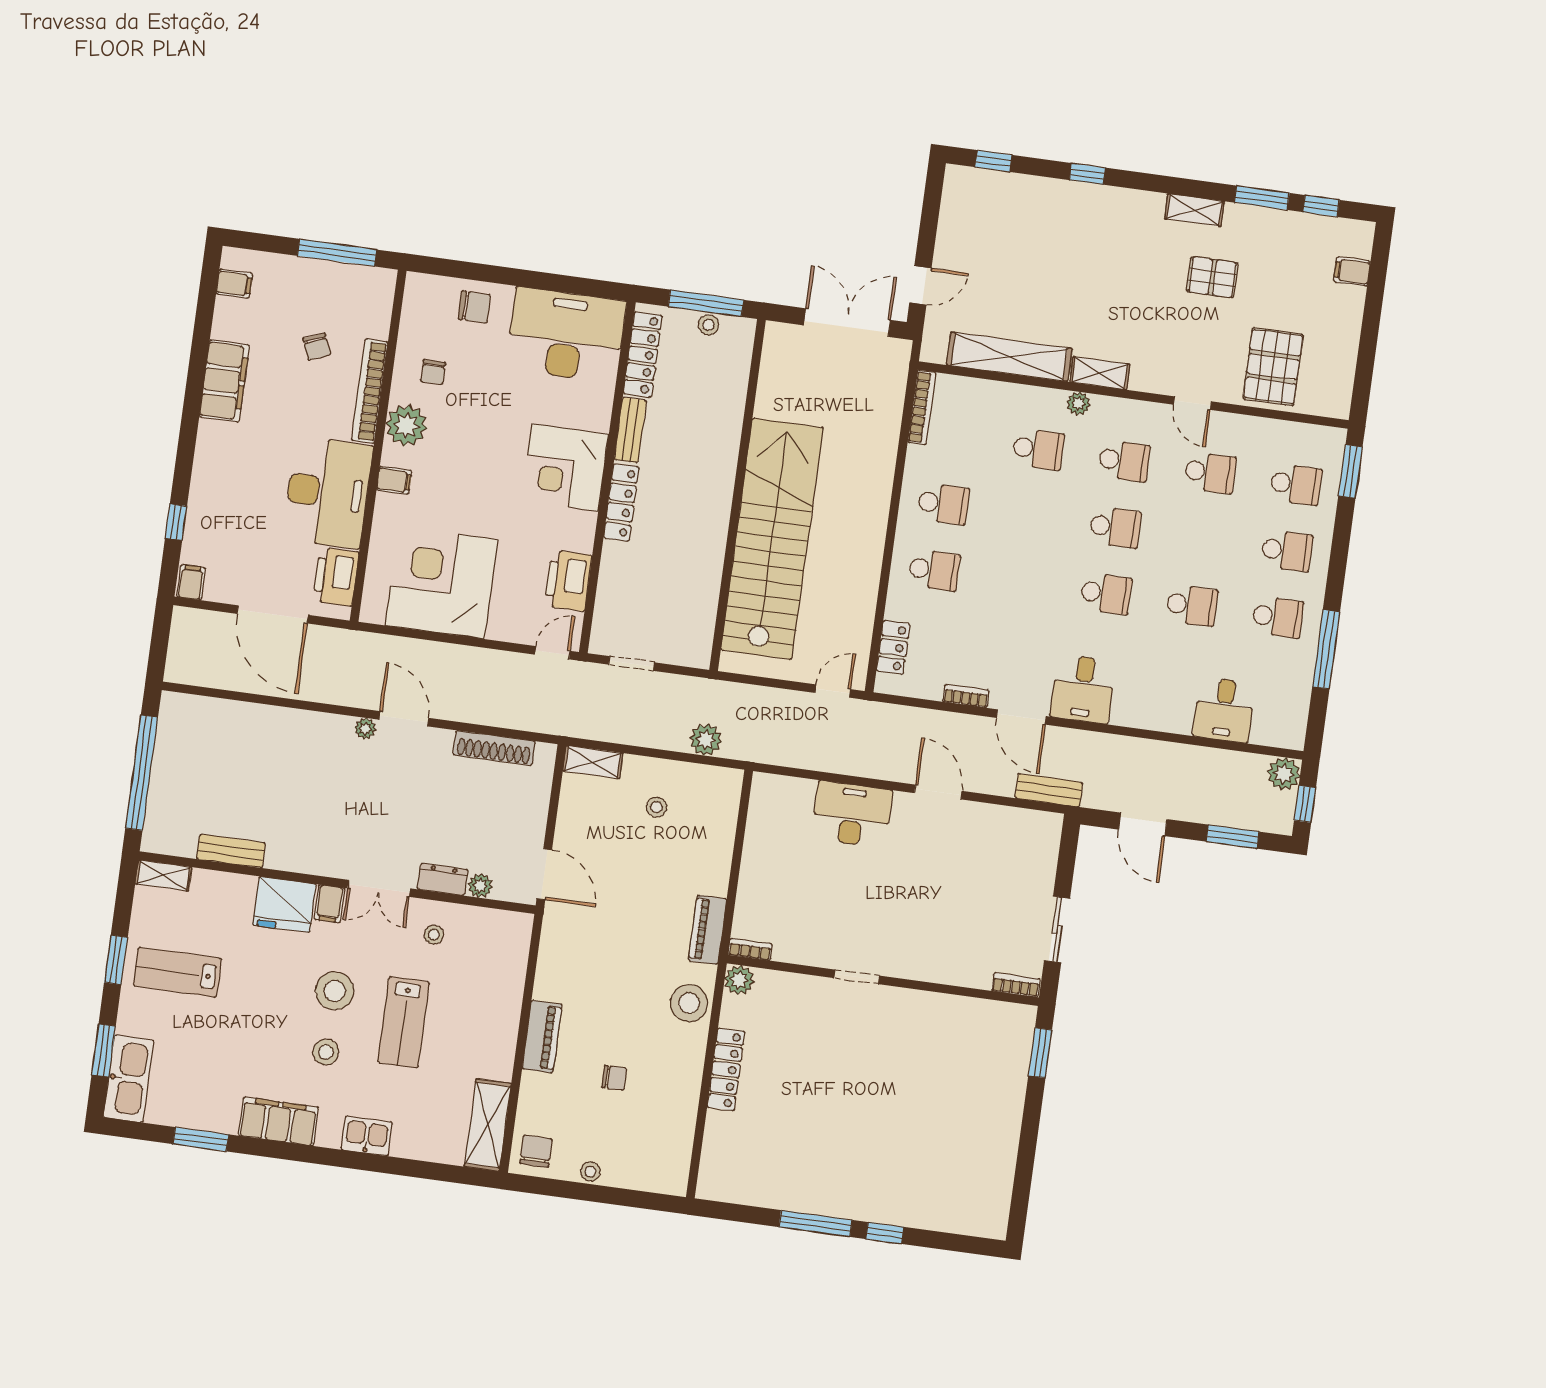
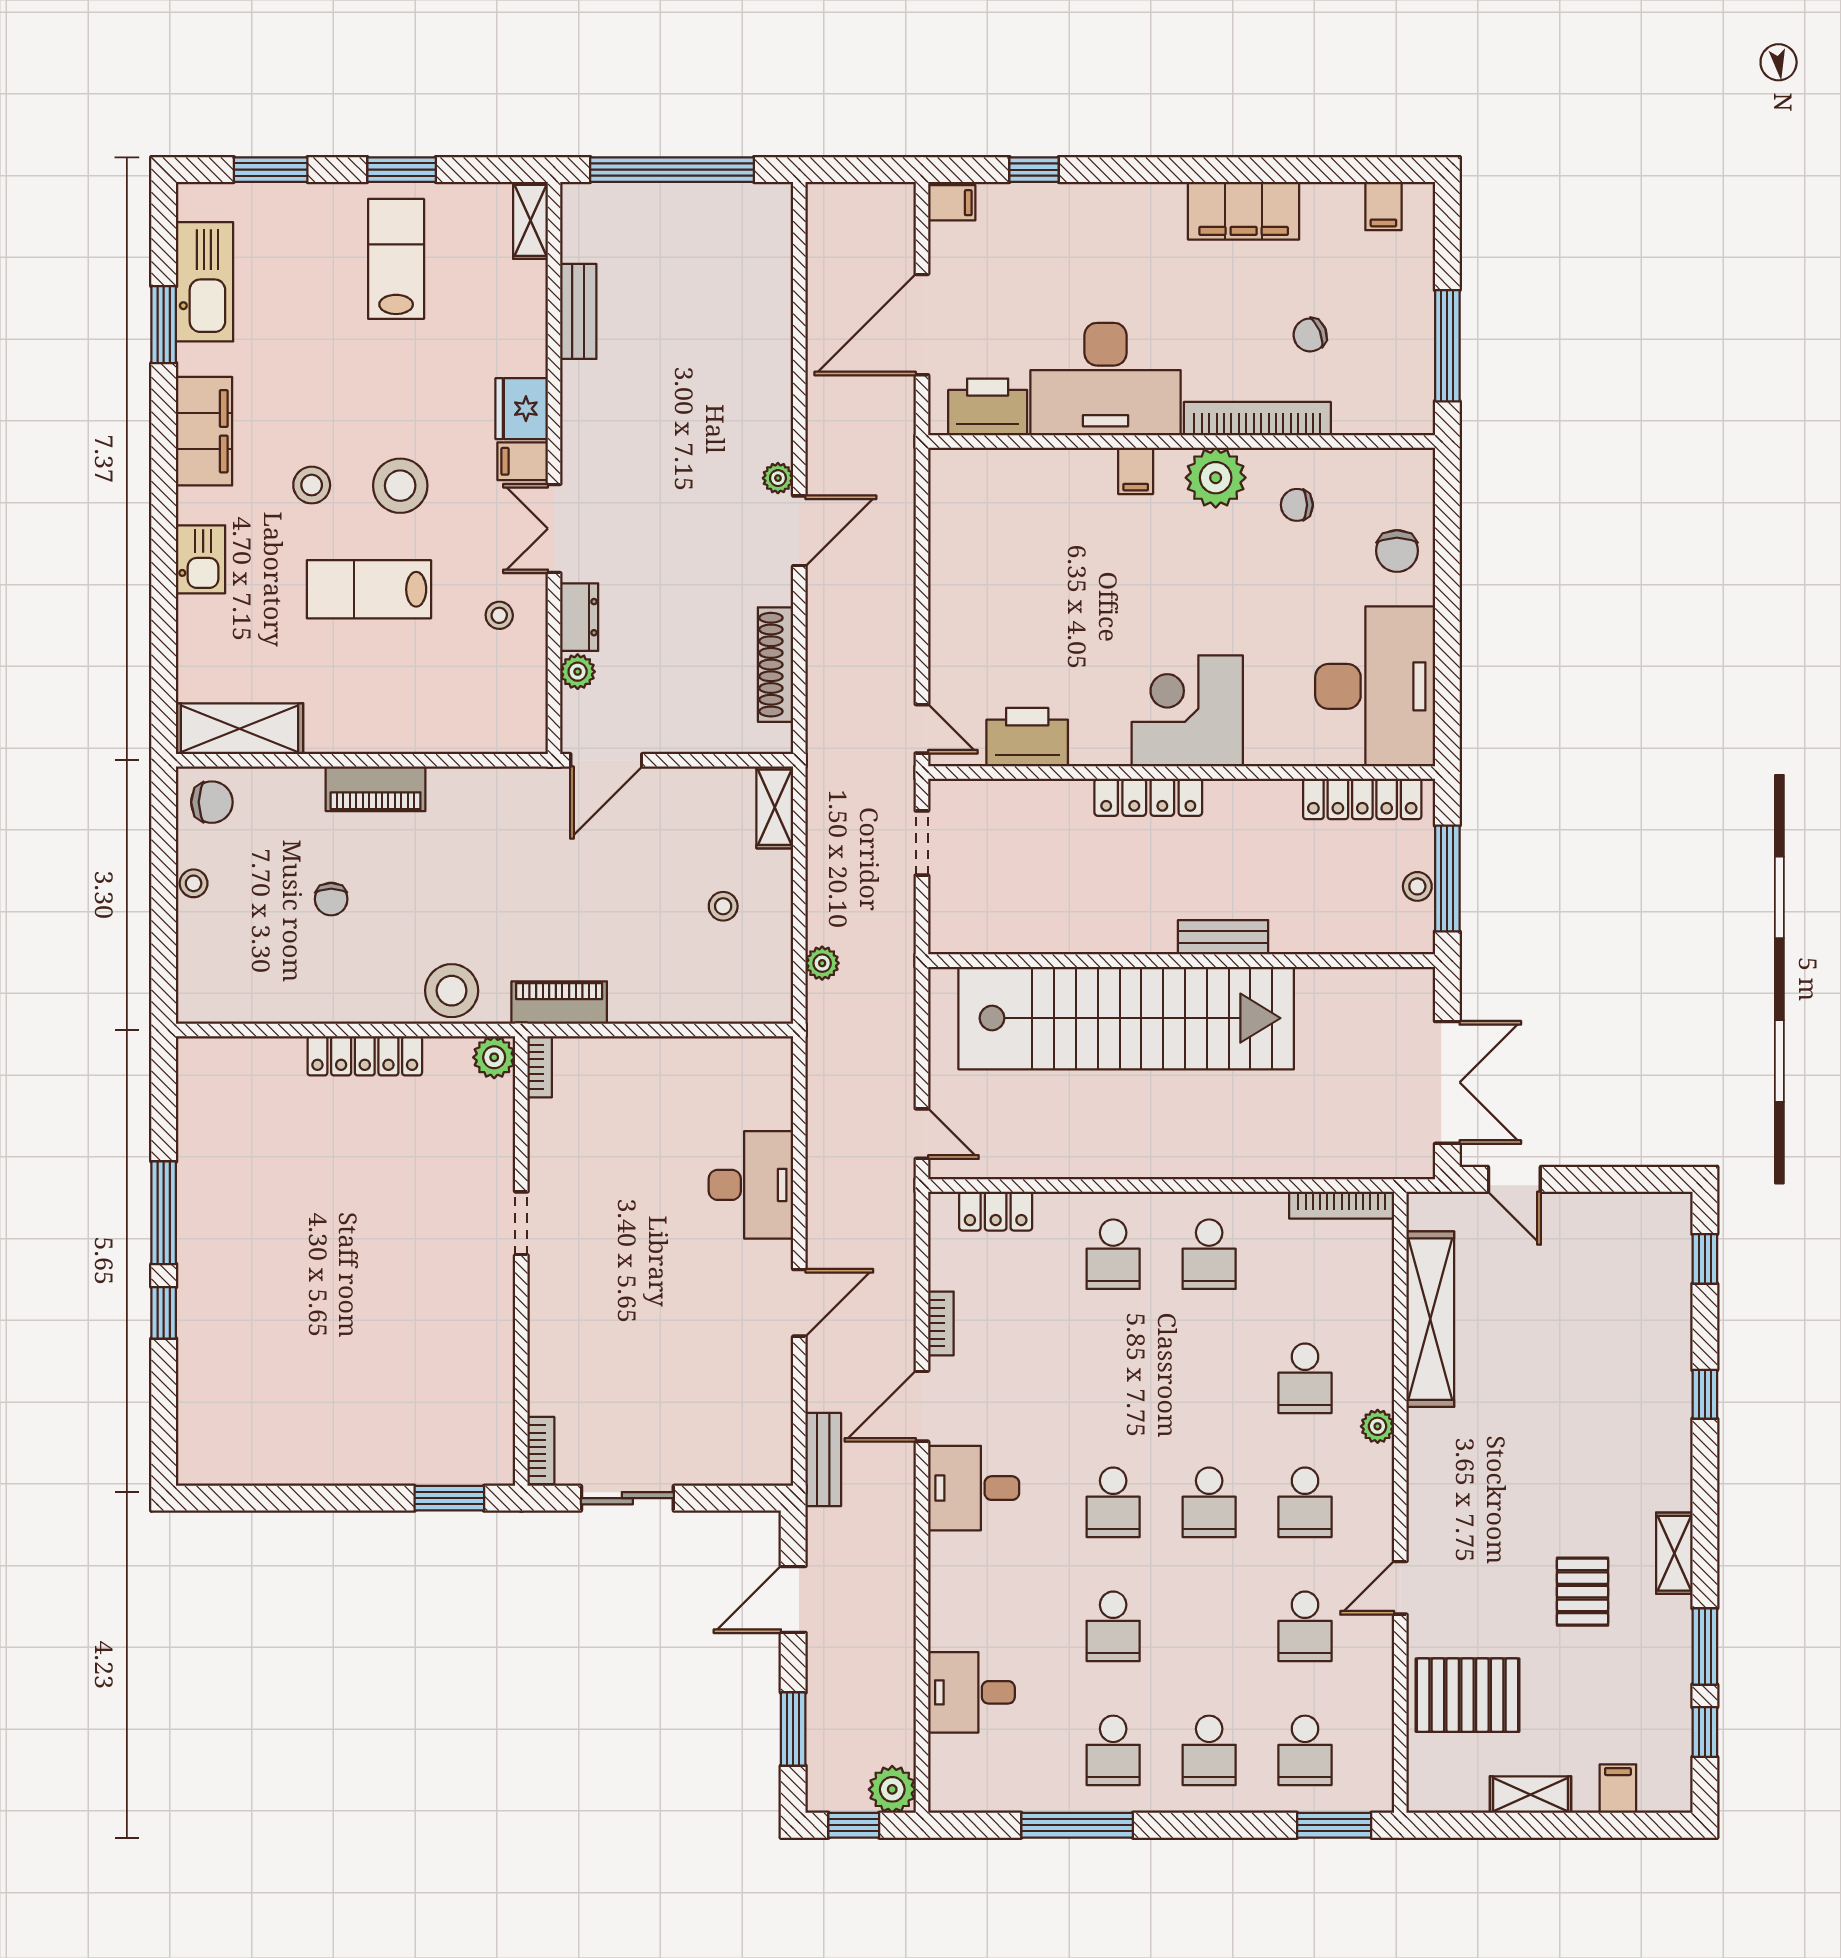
shelving: (1100, 373) -> (1531, 1795), moved, turned 90
bench: (630, 430) -> (1223, 937), moved
corner desk: (442, 583) -> (1000, 558), removed
plant: (706, 740) -> (822, 963), width x0.73, depth x0.73
fridge: (284, 905) -> (522, 409), width x0.73, depth x0.75
kitchen sink: (129, 1079) -> (205, 282), moved, turned -90

